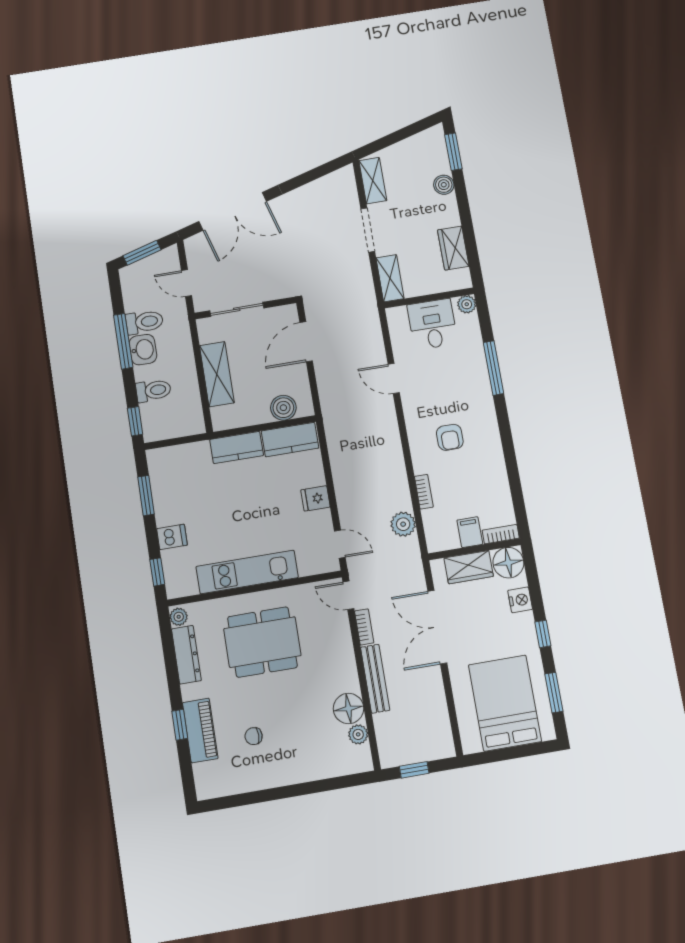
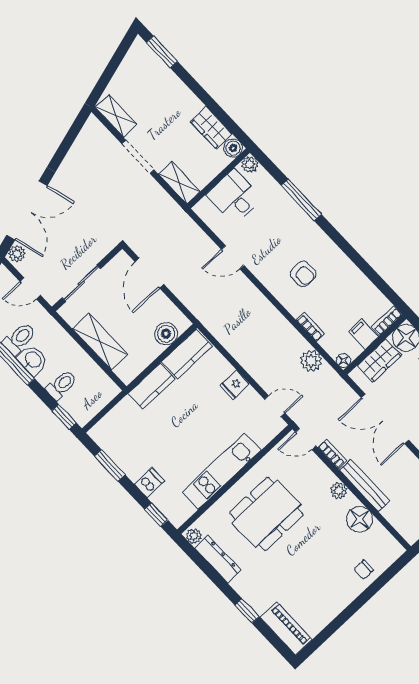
boiler: (444, 185) -> (233, 148), moved
plant: (196, 244) -> (17, 254), added
floor lamp: (434, 544) -> (344, 360), added
piano: (200, 730) -> (286, 629), moved
plant: (358, 734) -> (339, 490), moved
chair: (254, 736) -> (364, 570), moved

